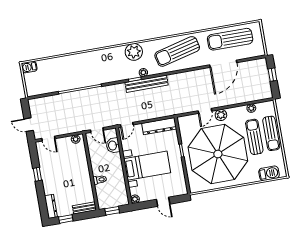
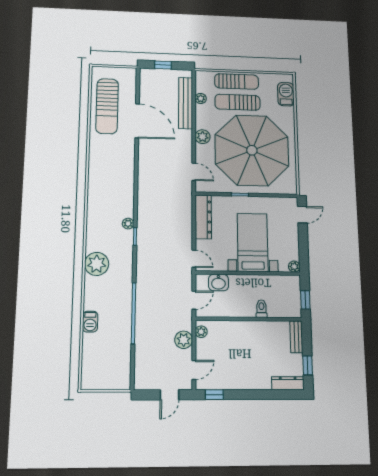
sun lounger: (177, 51) -> (109, 175), removed
plant: (134, 52) -> (97, 264), moved
barbecue: (29, 67) -> (90, 322), moved
bench: (147, 84) -> (186, 103), moved
door: (205, 111) -> (194, 172), moved
plant: (68, 128) -> (184, 340), added
window: (37, 174) -> (214, 395), moved
door: (163, 202) -> (302, 215), moved

